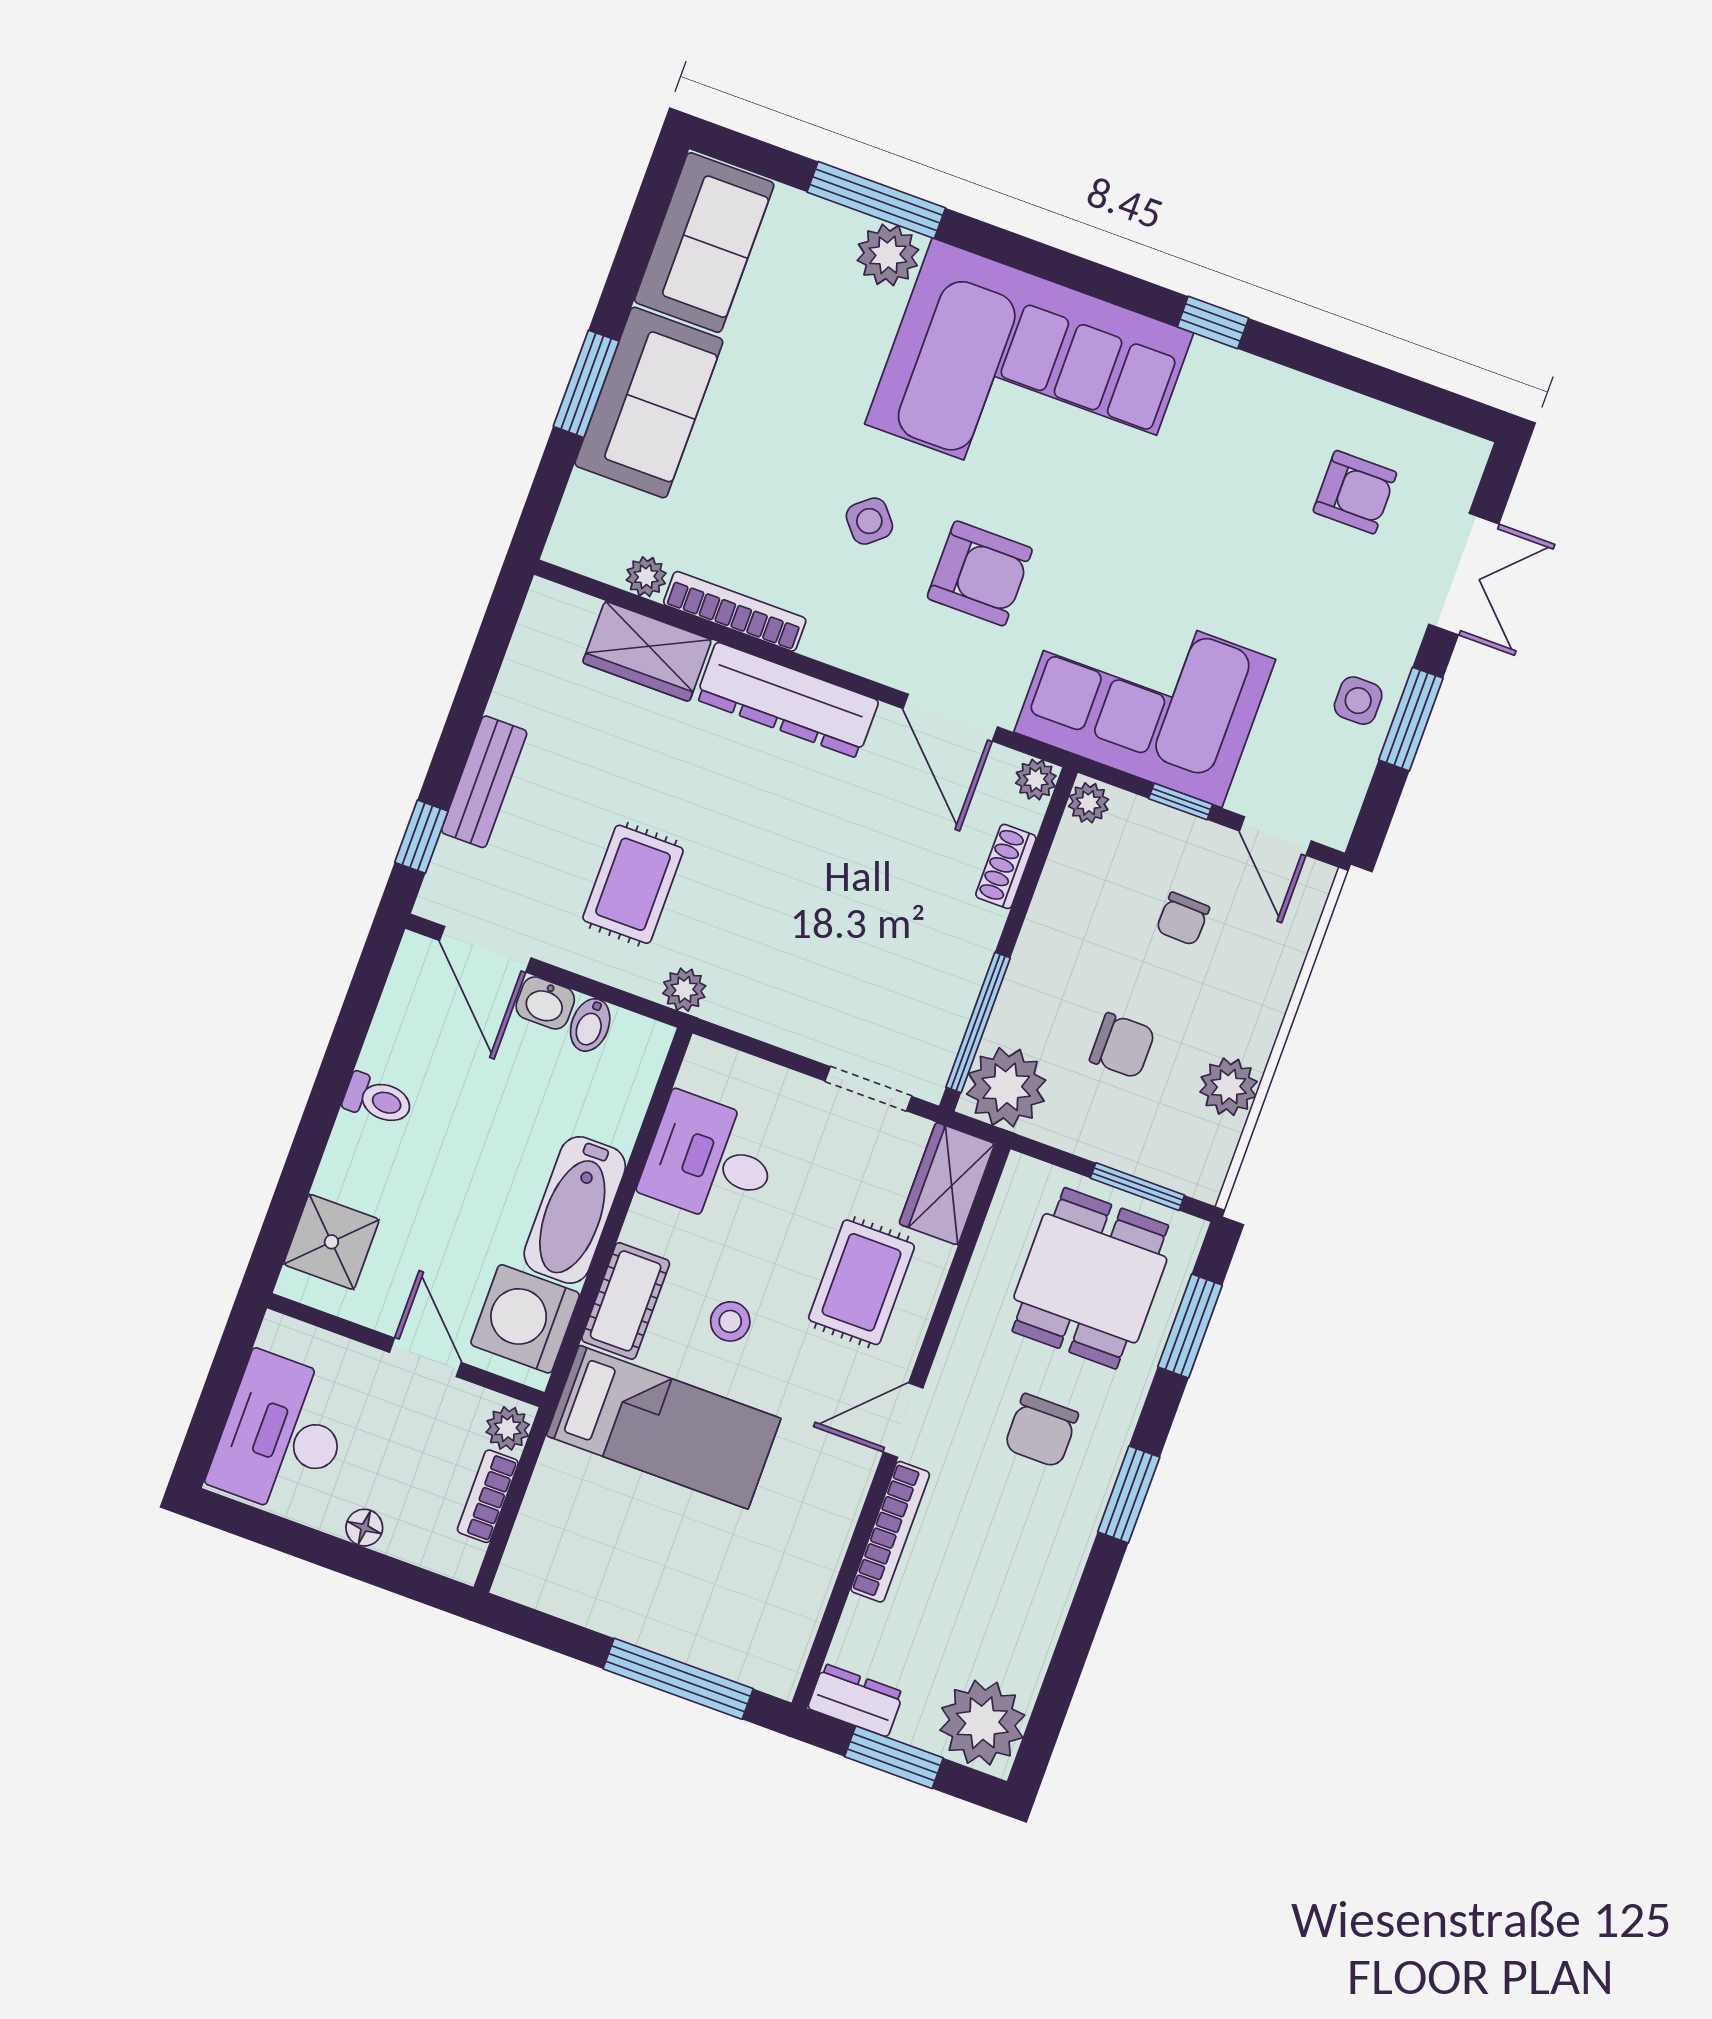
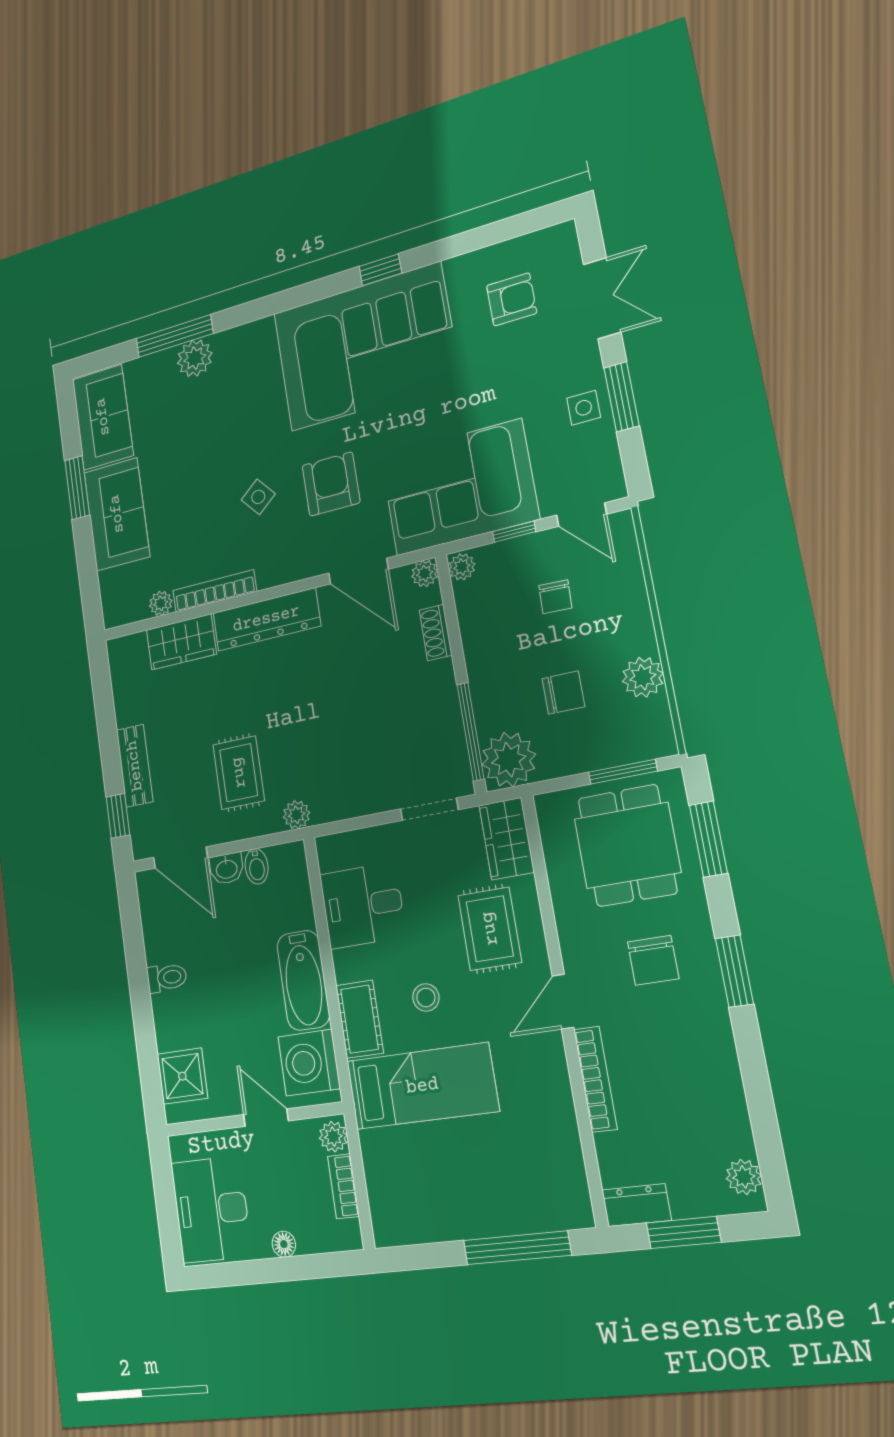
corner sofa: (1029, 378) -> (366, 347), moved
window: (586, 384) -> (77, 488), moved
armchair: (980, 573) -> (331, 484), turned -90
plant: (982, 1723) -> (744, 1177), width x0.53, depth x0.53

